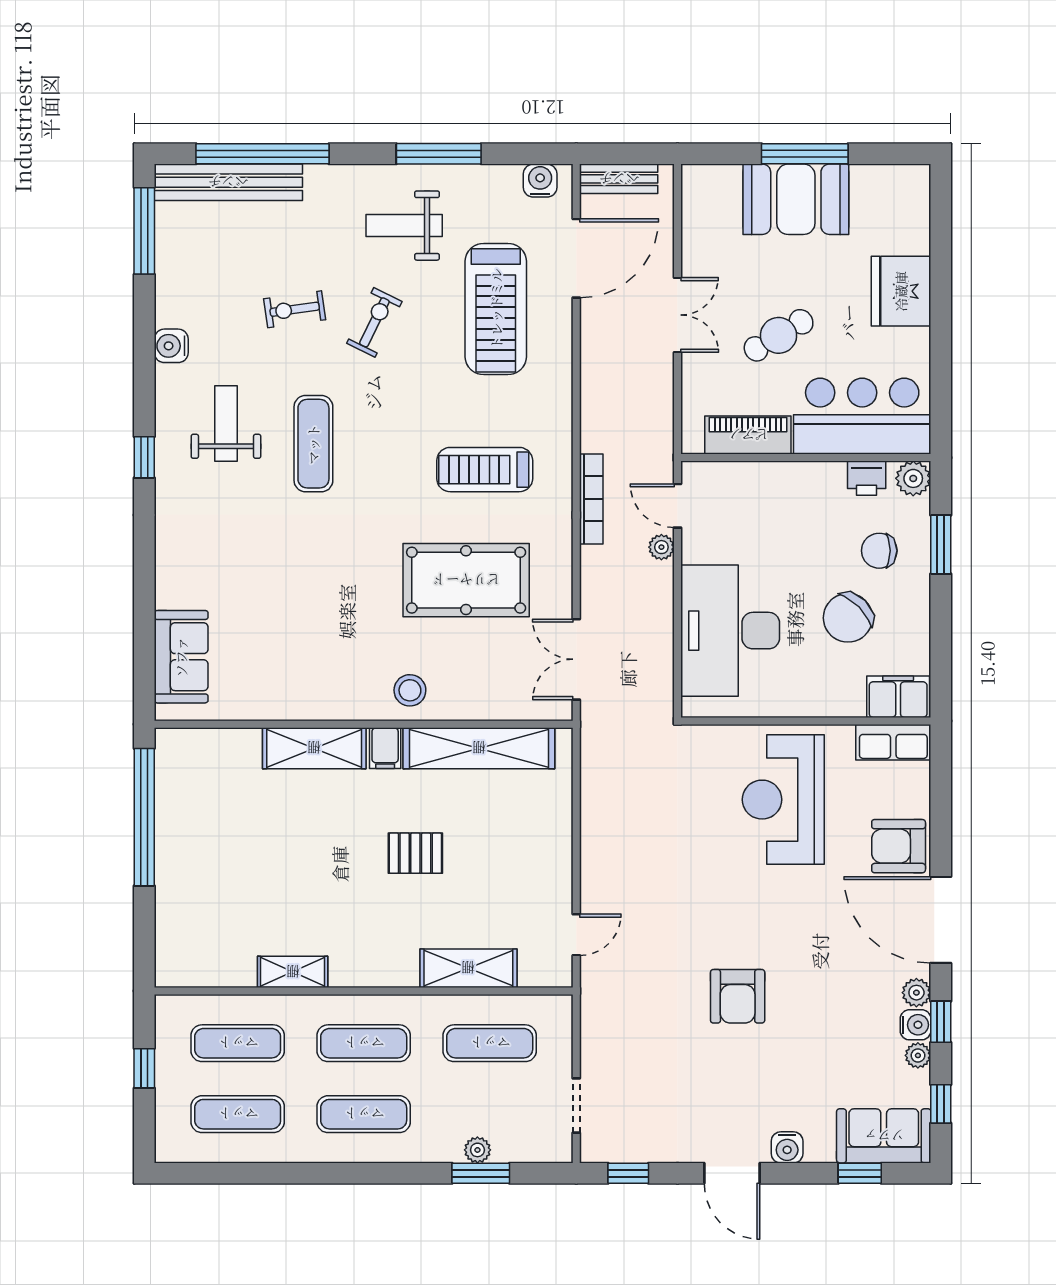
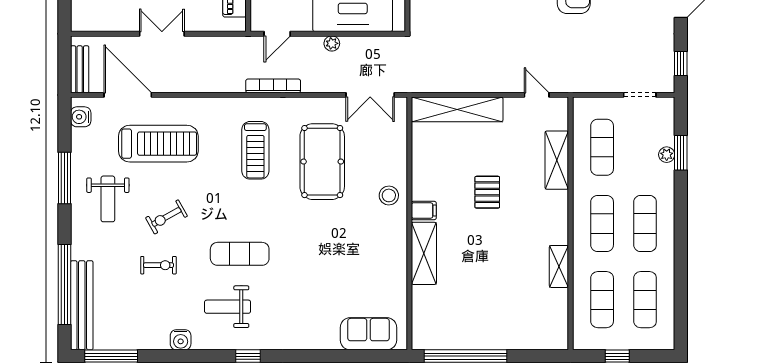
exercise bike: (295, 309) -> (158, 265), turned -82
exercise bike: (374, 322) -> (166, 217), turned -55
plant: (661, 547) -> (332, 43), moved
shelving: (479, 748) -> (457, 109), moved, turned 90

